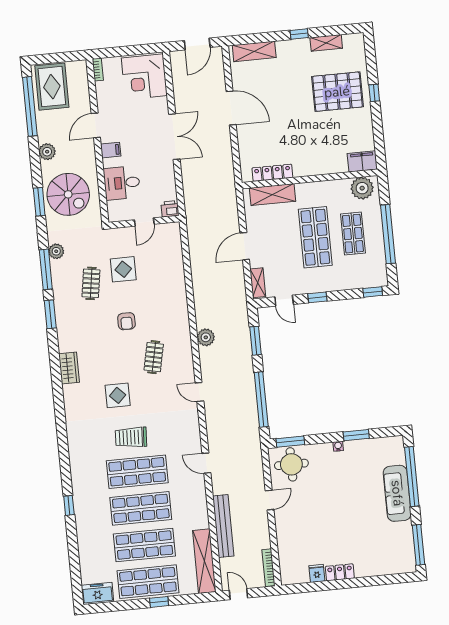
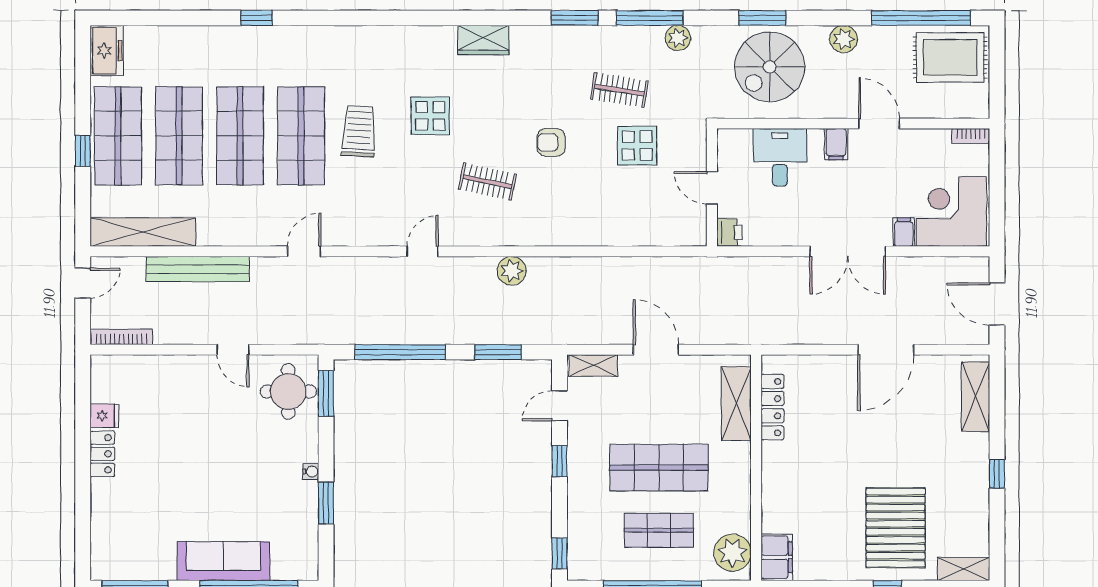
shelving: (326, 43) -> (964, 569), moved, turned 90
filing cabinet: (159, 104) -> (904, 232), added

